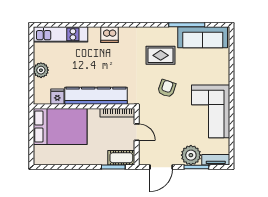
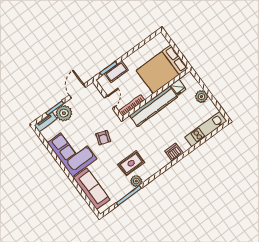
plant: (168, 34) -> (136, 181), added
sofa: (203, 37) -> (92, 189), moved, turned 90
armchair: (167, 88) -> (103, 138), moved
door: (137, 132) -> (110, 102), swing flipped
cot: (121, 158) -> (116, 72), moved

